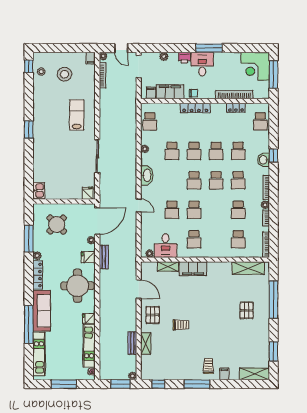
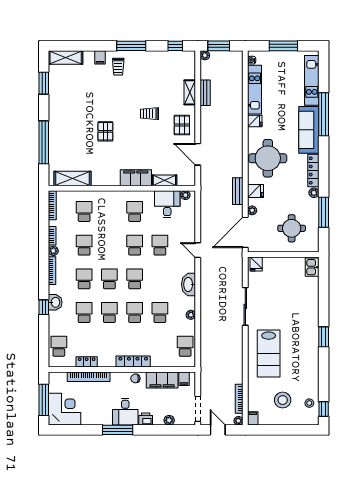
lab bench: (77, 115) -> (269, 354), width x1.36, depth x1.39
round table: (57, 225) -> (292, 228), turned 45
pallet: (247, 310) -> (105, 131), moved

